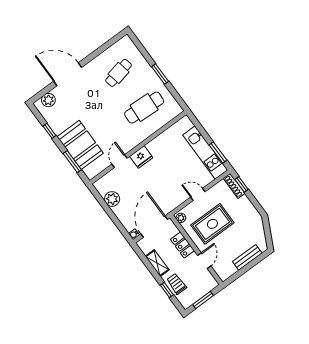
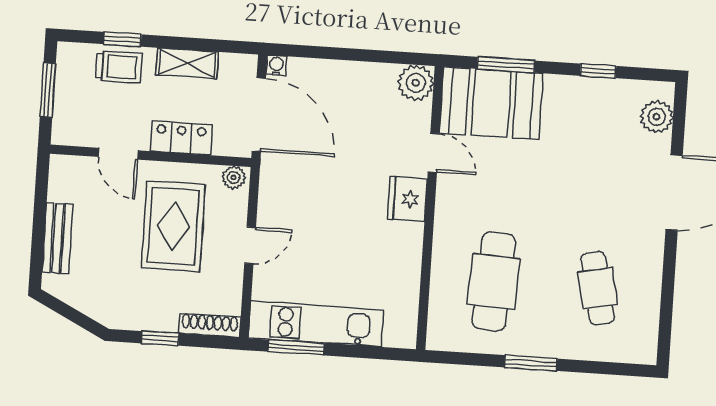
booth: (80, 145) -> (491, 103), moved
window: (242, 184) -> (160, 338), moved
plant: (112, 199) -> (416, 83), moved

